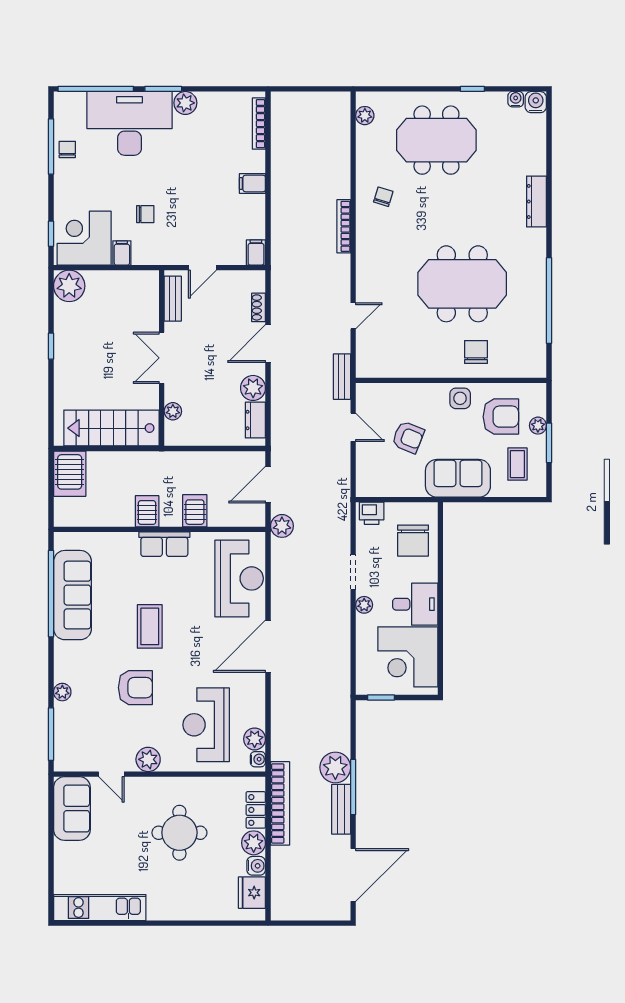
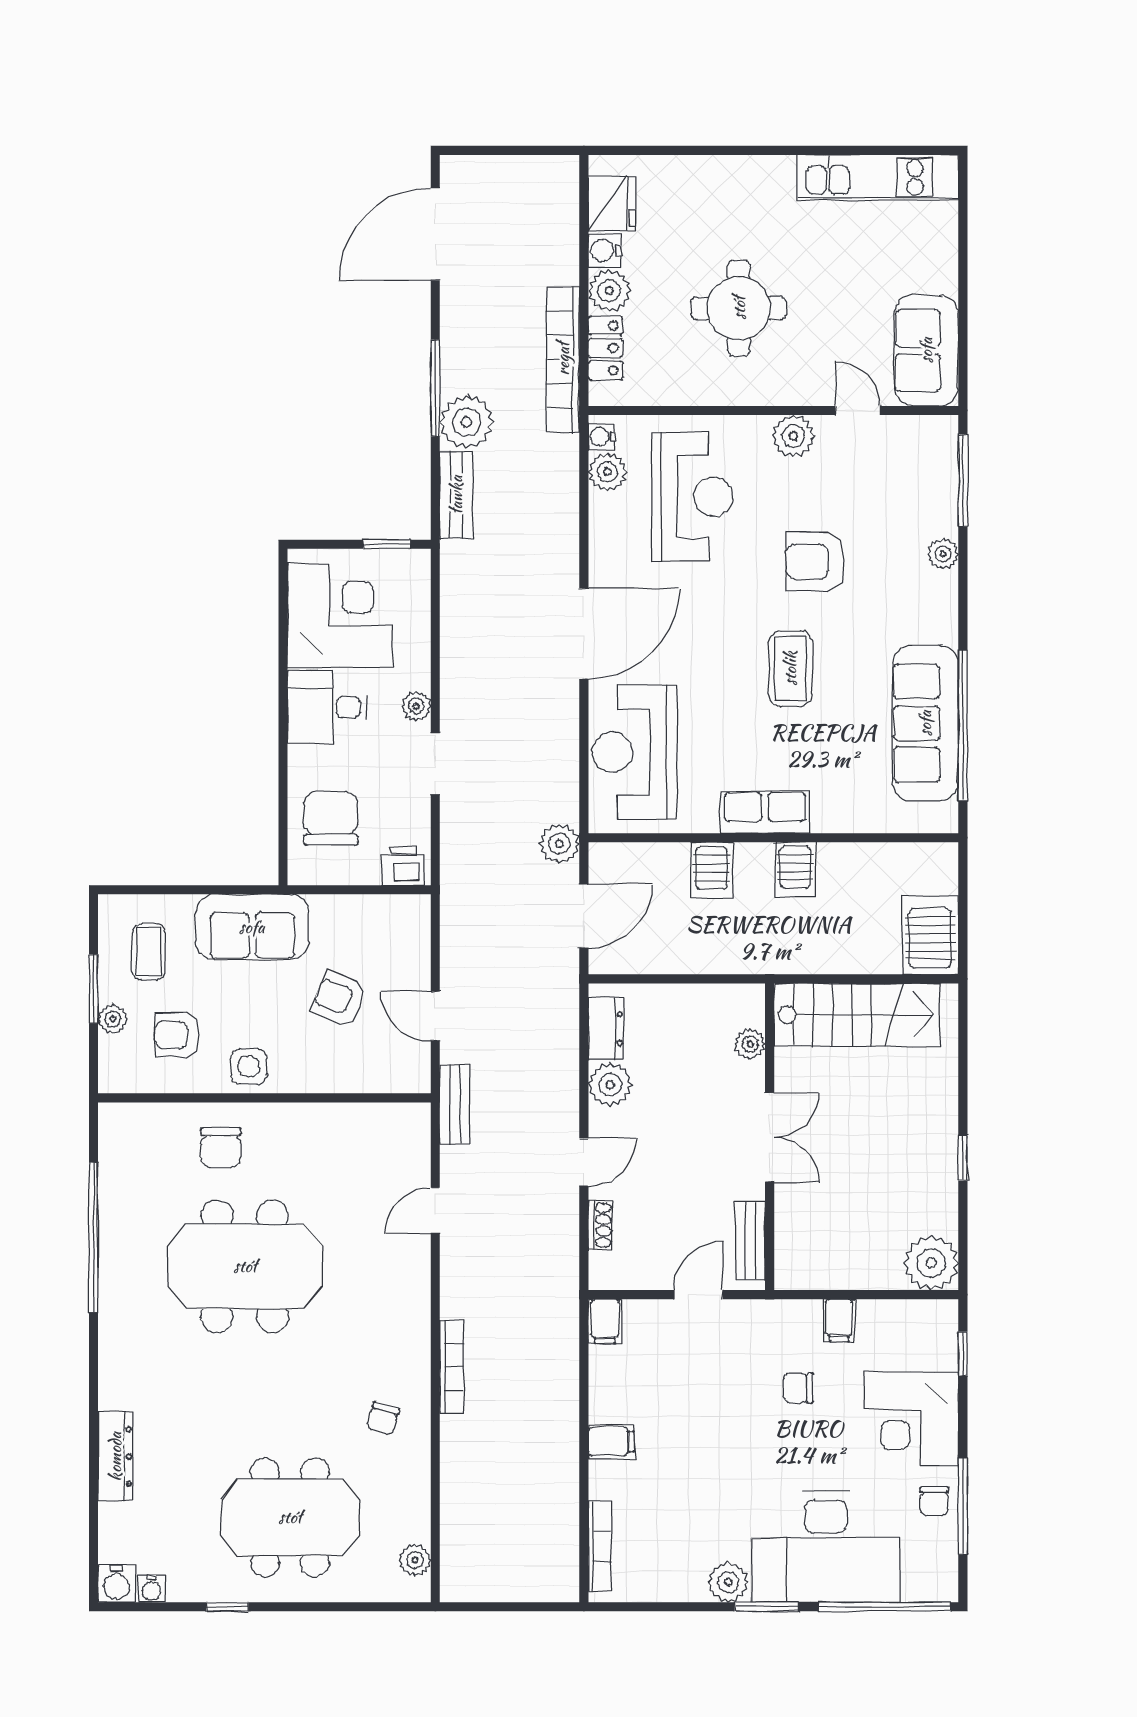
dresser: (536, 201) -> (115, 1457), moved
corner desk: (84, 238) -> (911, 1419), moved, turned 90
door: (268, 344) -> (584, 1162), width x0.73
armchair: (501, 417) -> (177, 1035), width x0.72, depth x0.72
bench: (341, 809) -> (456, 495), moved

